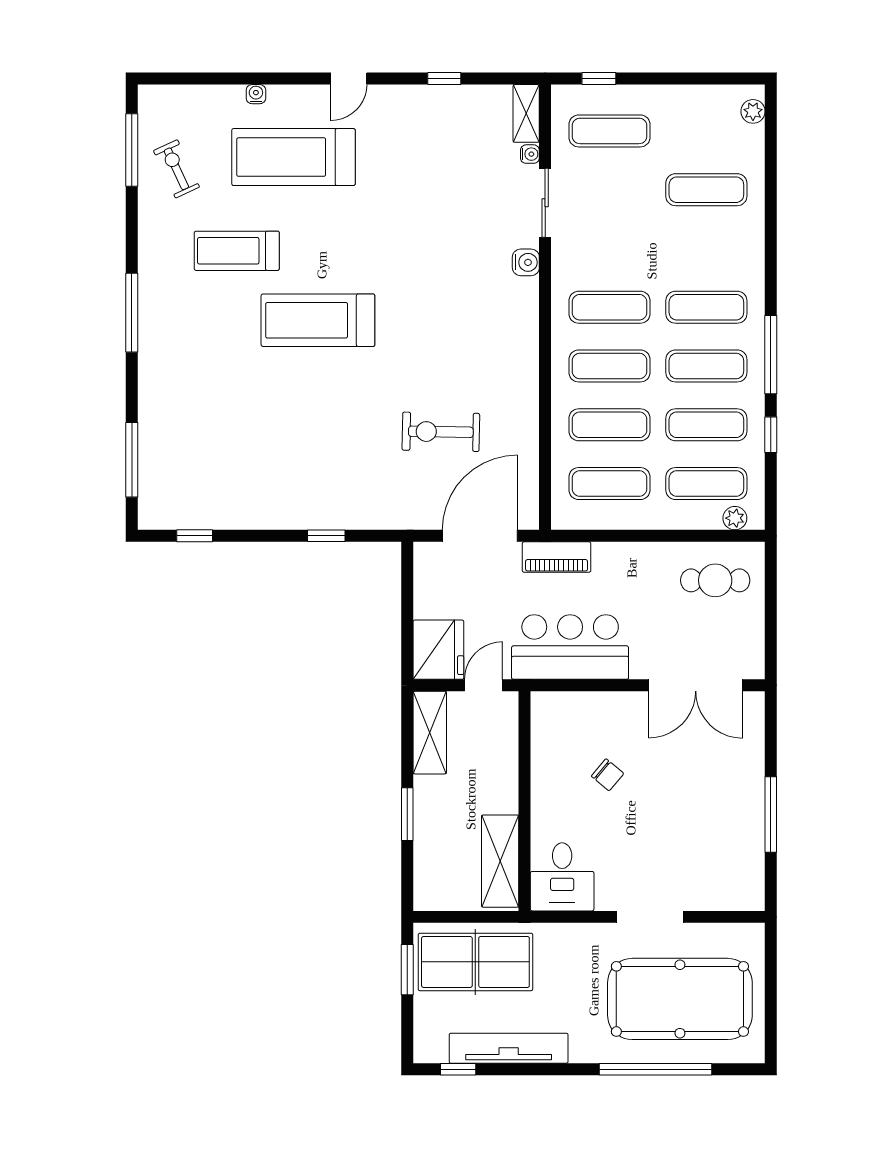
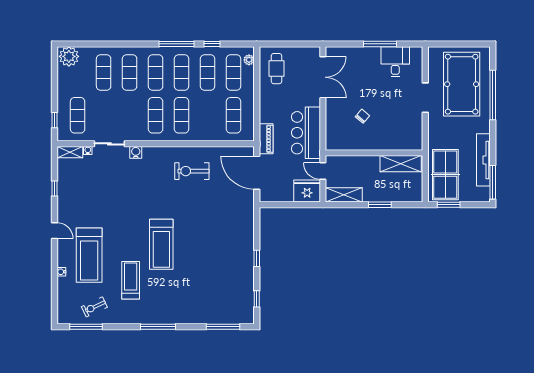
plant: (753, 111) -> (69, 56), width x1.88, depth x1.88
treadmill: (237, 251) -> (131, 280), turned 180
exercise mat: (610, 425) -> (130, 72), moved
exercise bike: (441, 432) -> (192, 171), moved, turned 89
window: (326, 536) -> (257, 258), moved
desk: (562, 877) -> (395, 62), moved, turned -90
window: (458, 1069) -> (493, 182), width x2.17

